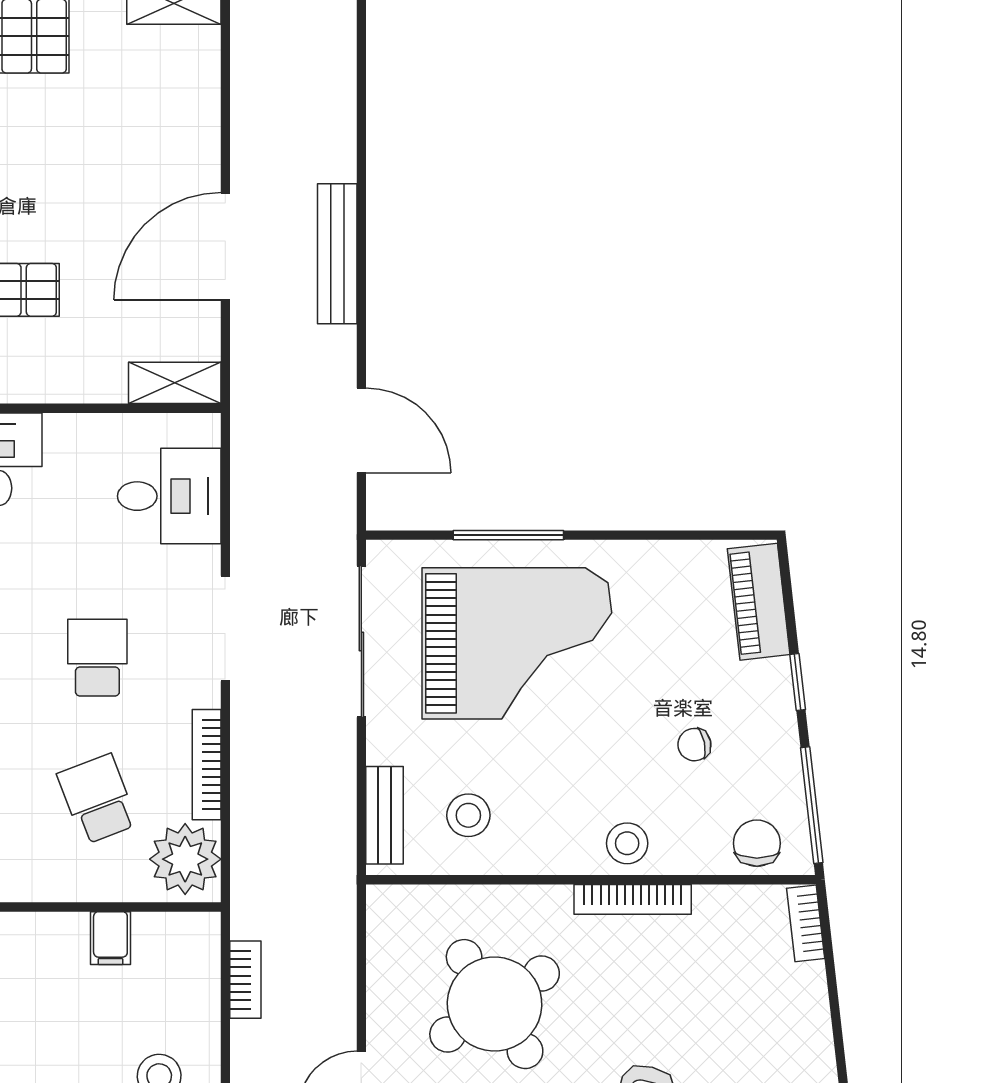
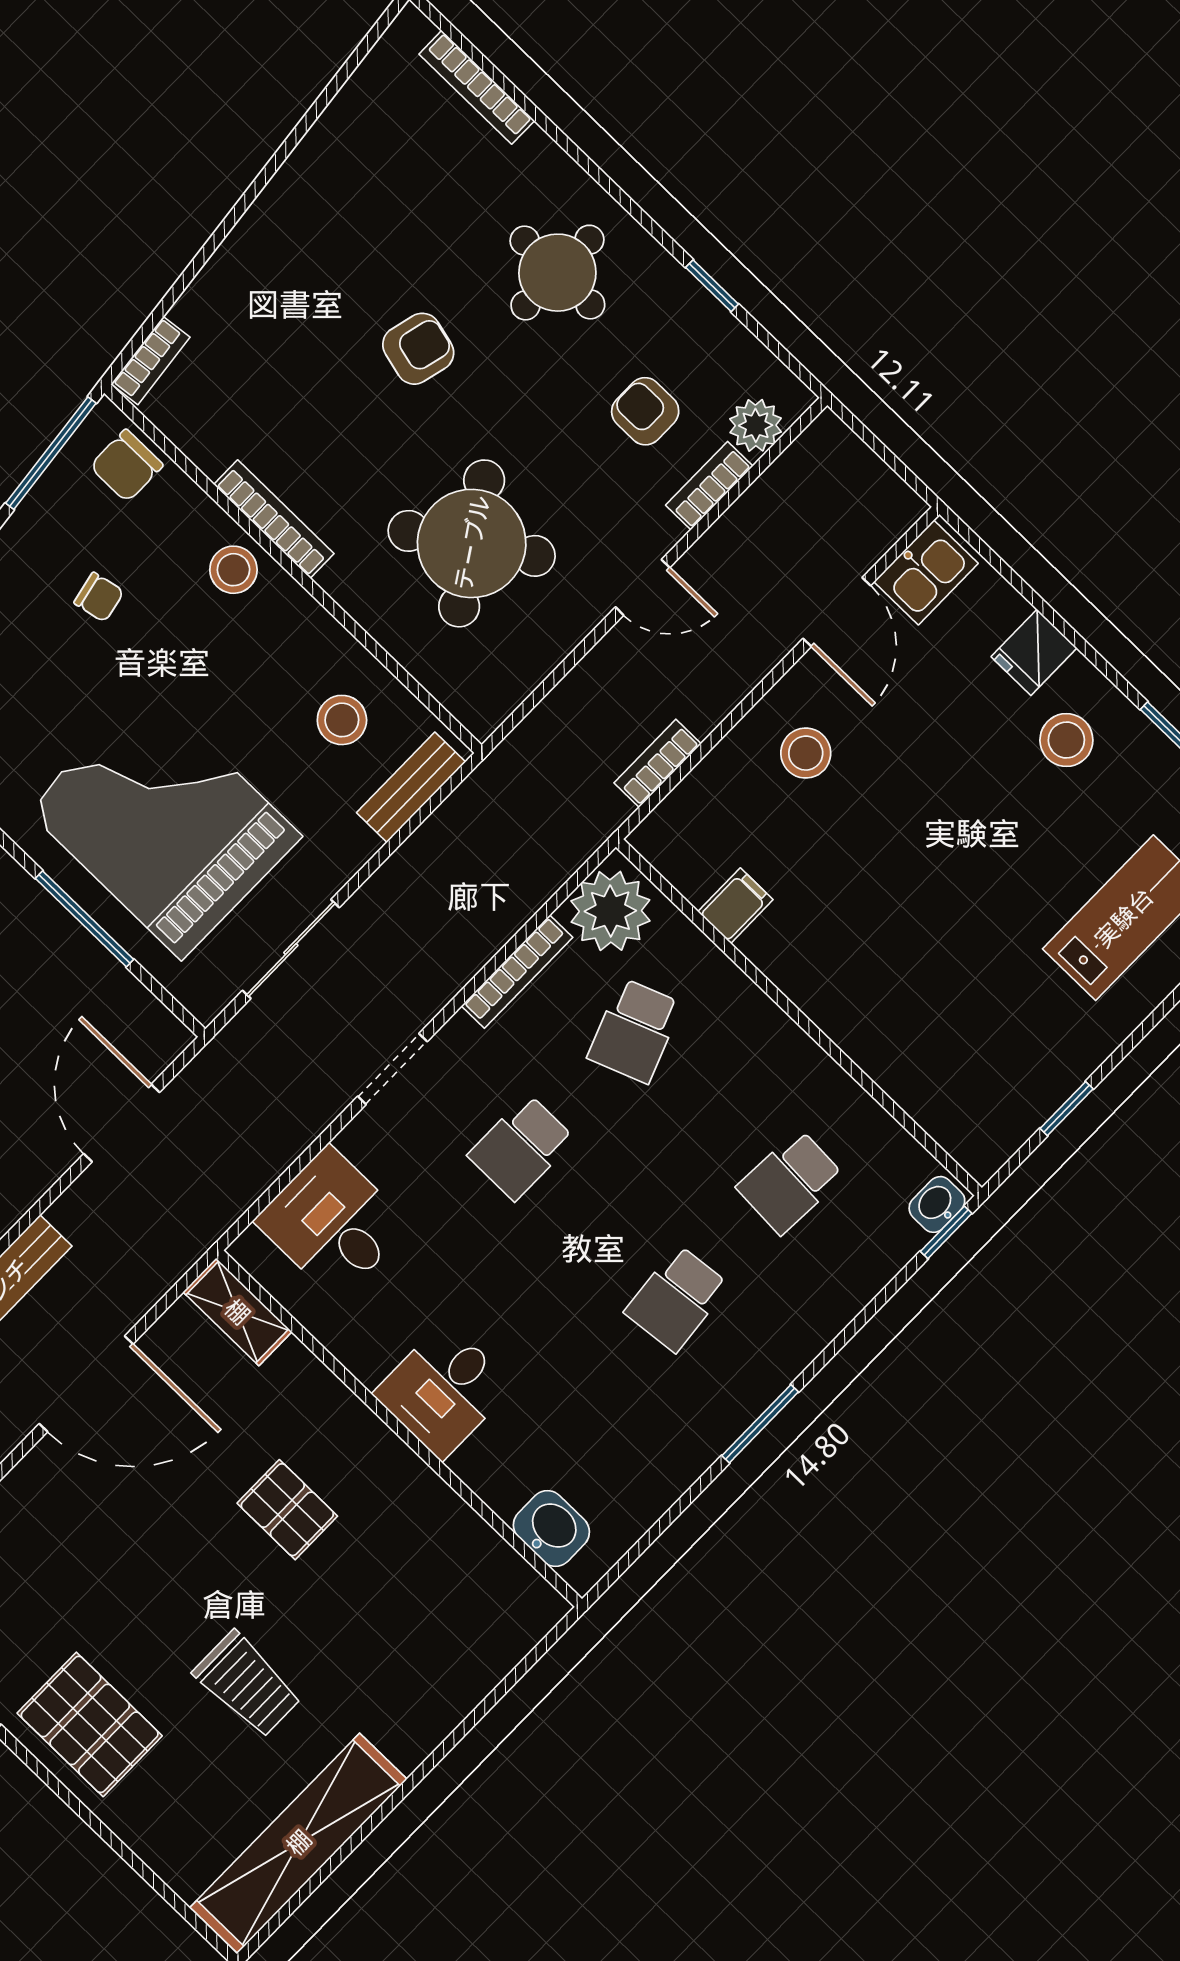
doorway: (225, 628) -> (392, 1069), width x0.73
sliding door: (361, 642) -> (291, 949), width x0.73

